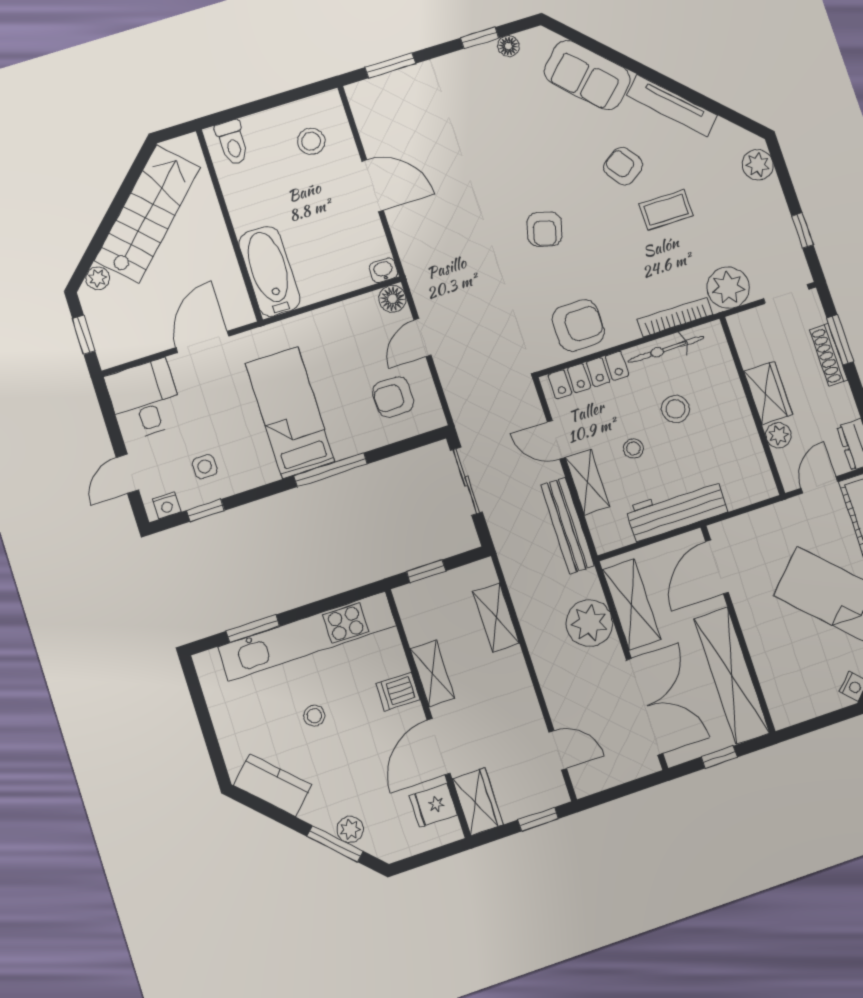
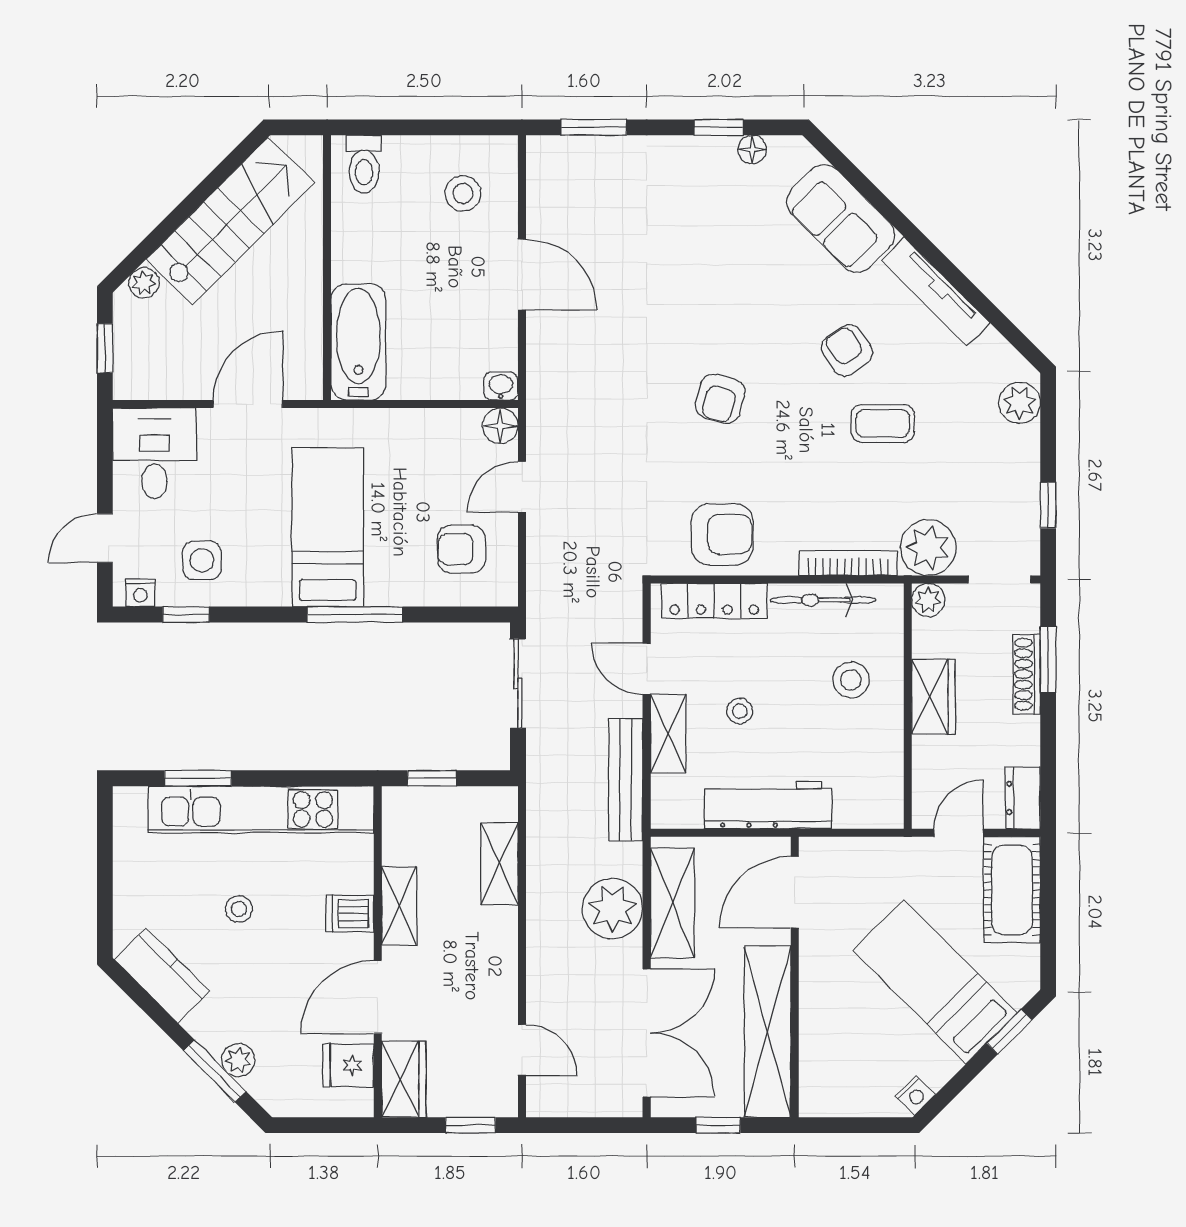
stool: (675, 409) -> (851, 680), moved
plant: (779, 435) -> (928, 600), moved
side table: (205, 467) -> (202, 560), width x1.37, depth x1.37

